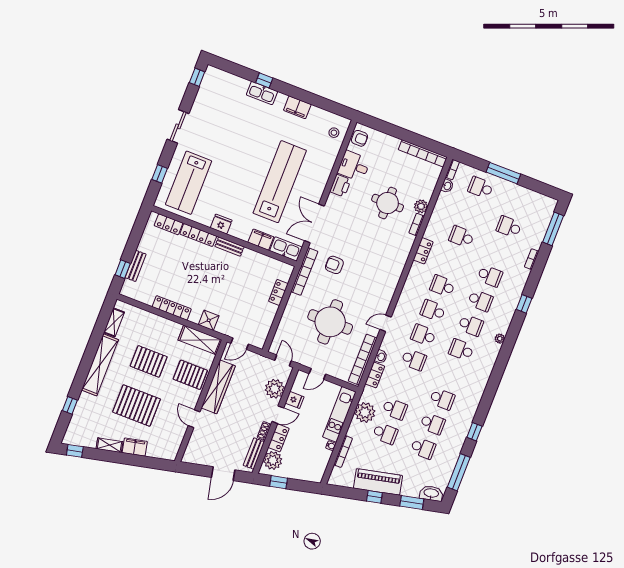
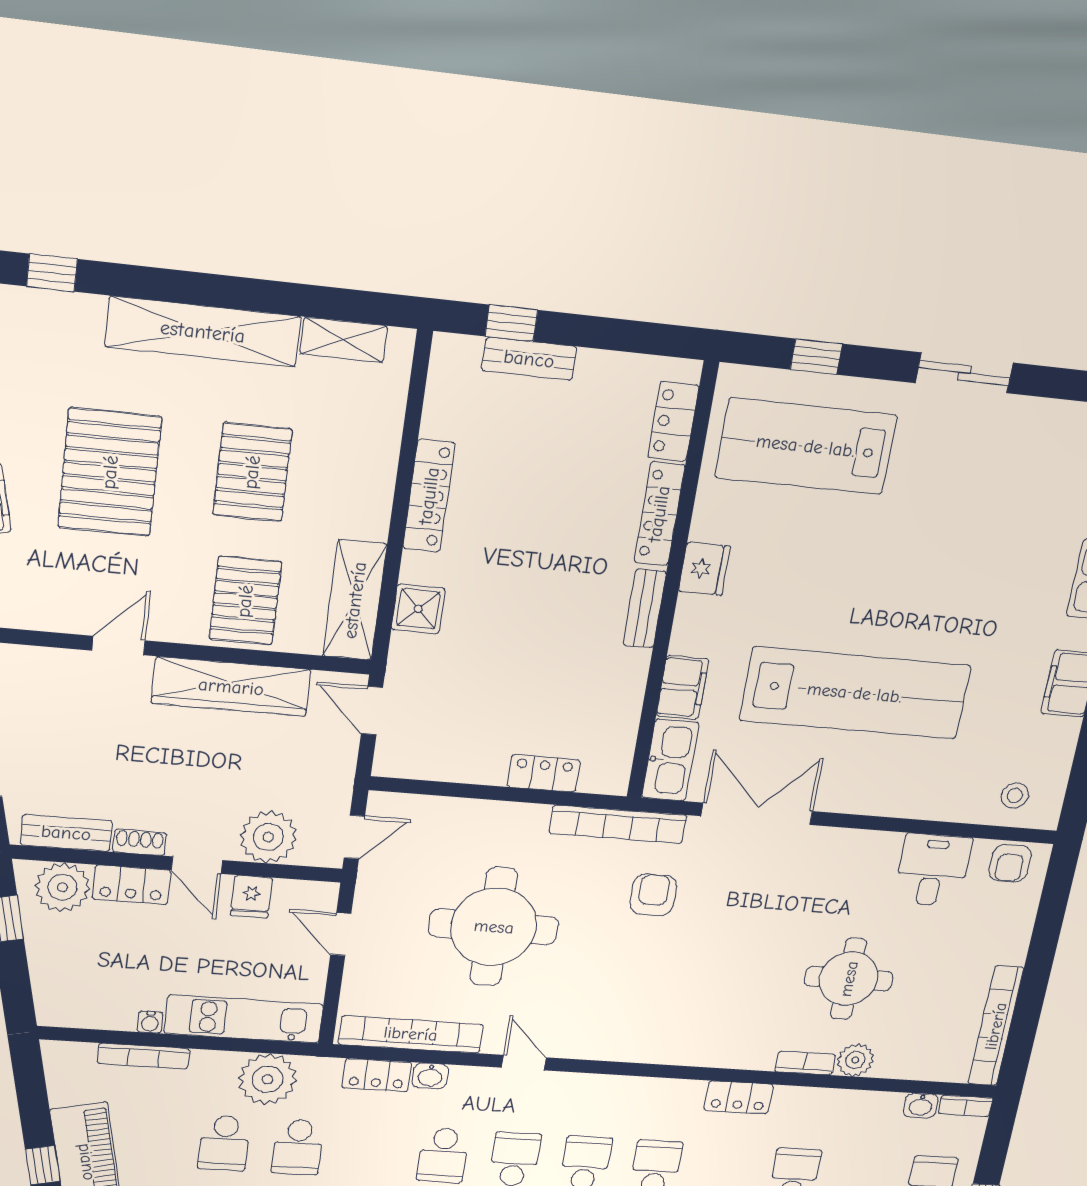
printer: (340, 186) -> (873, 851), removed

